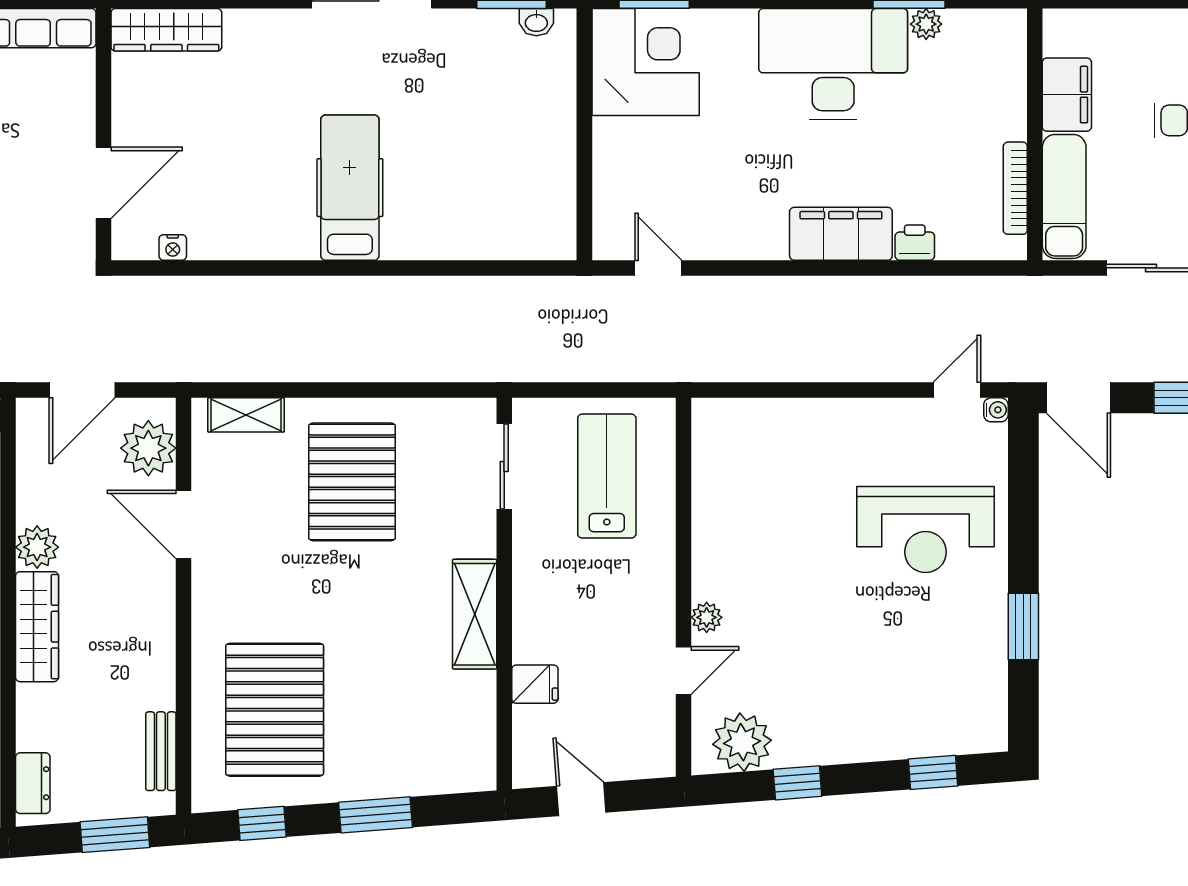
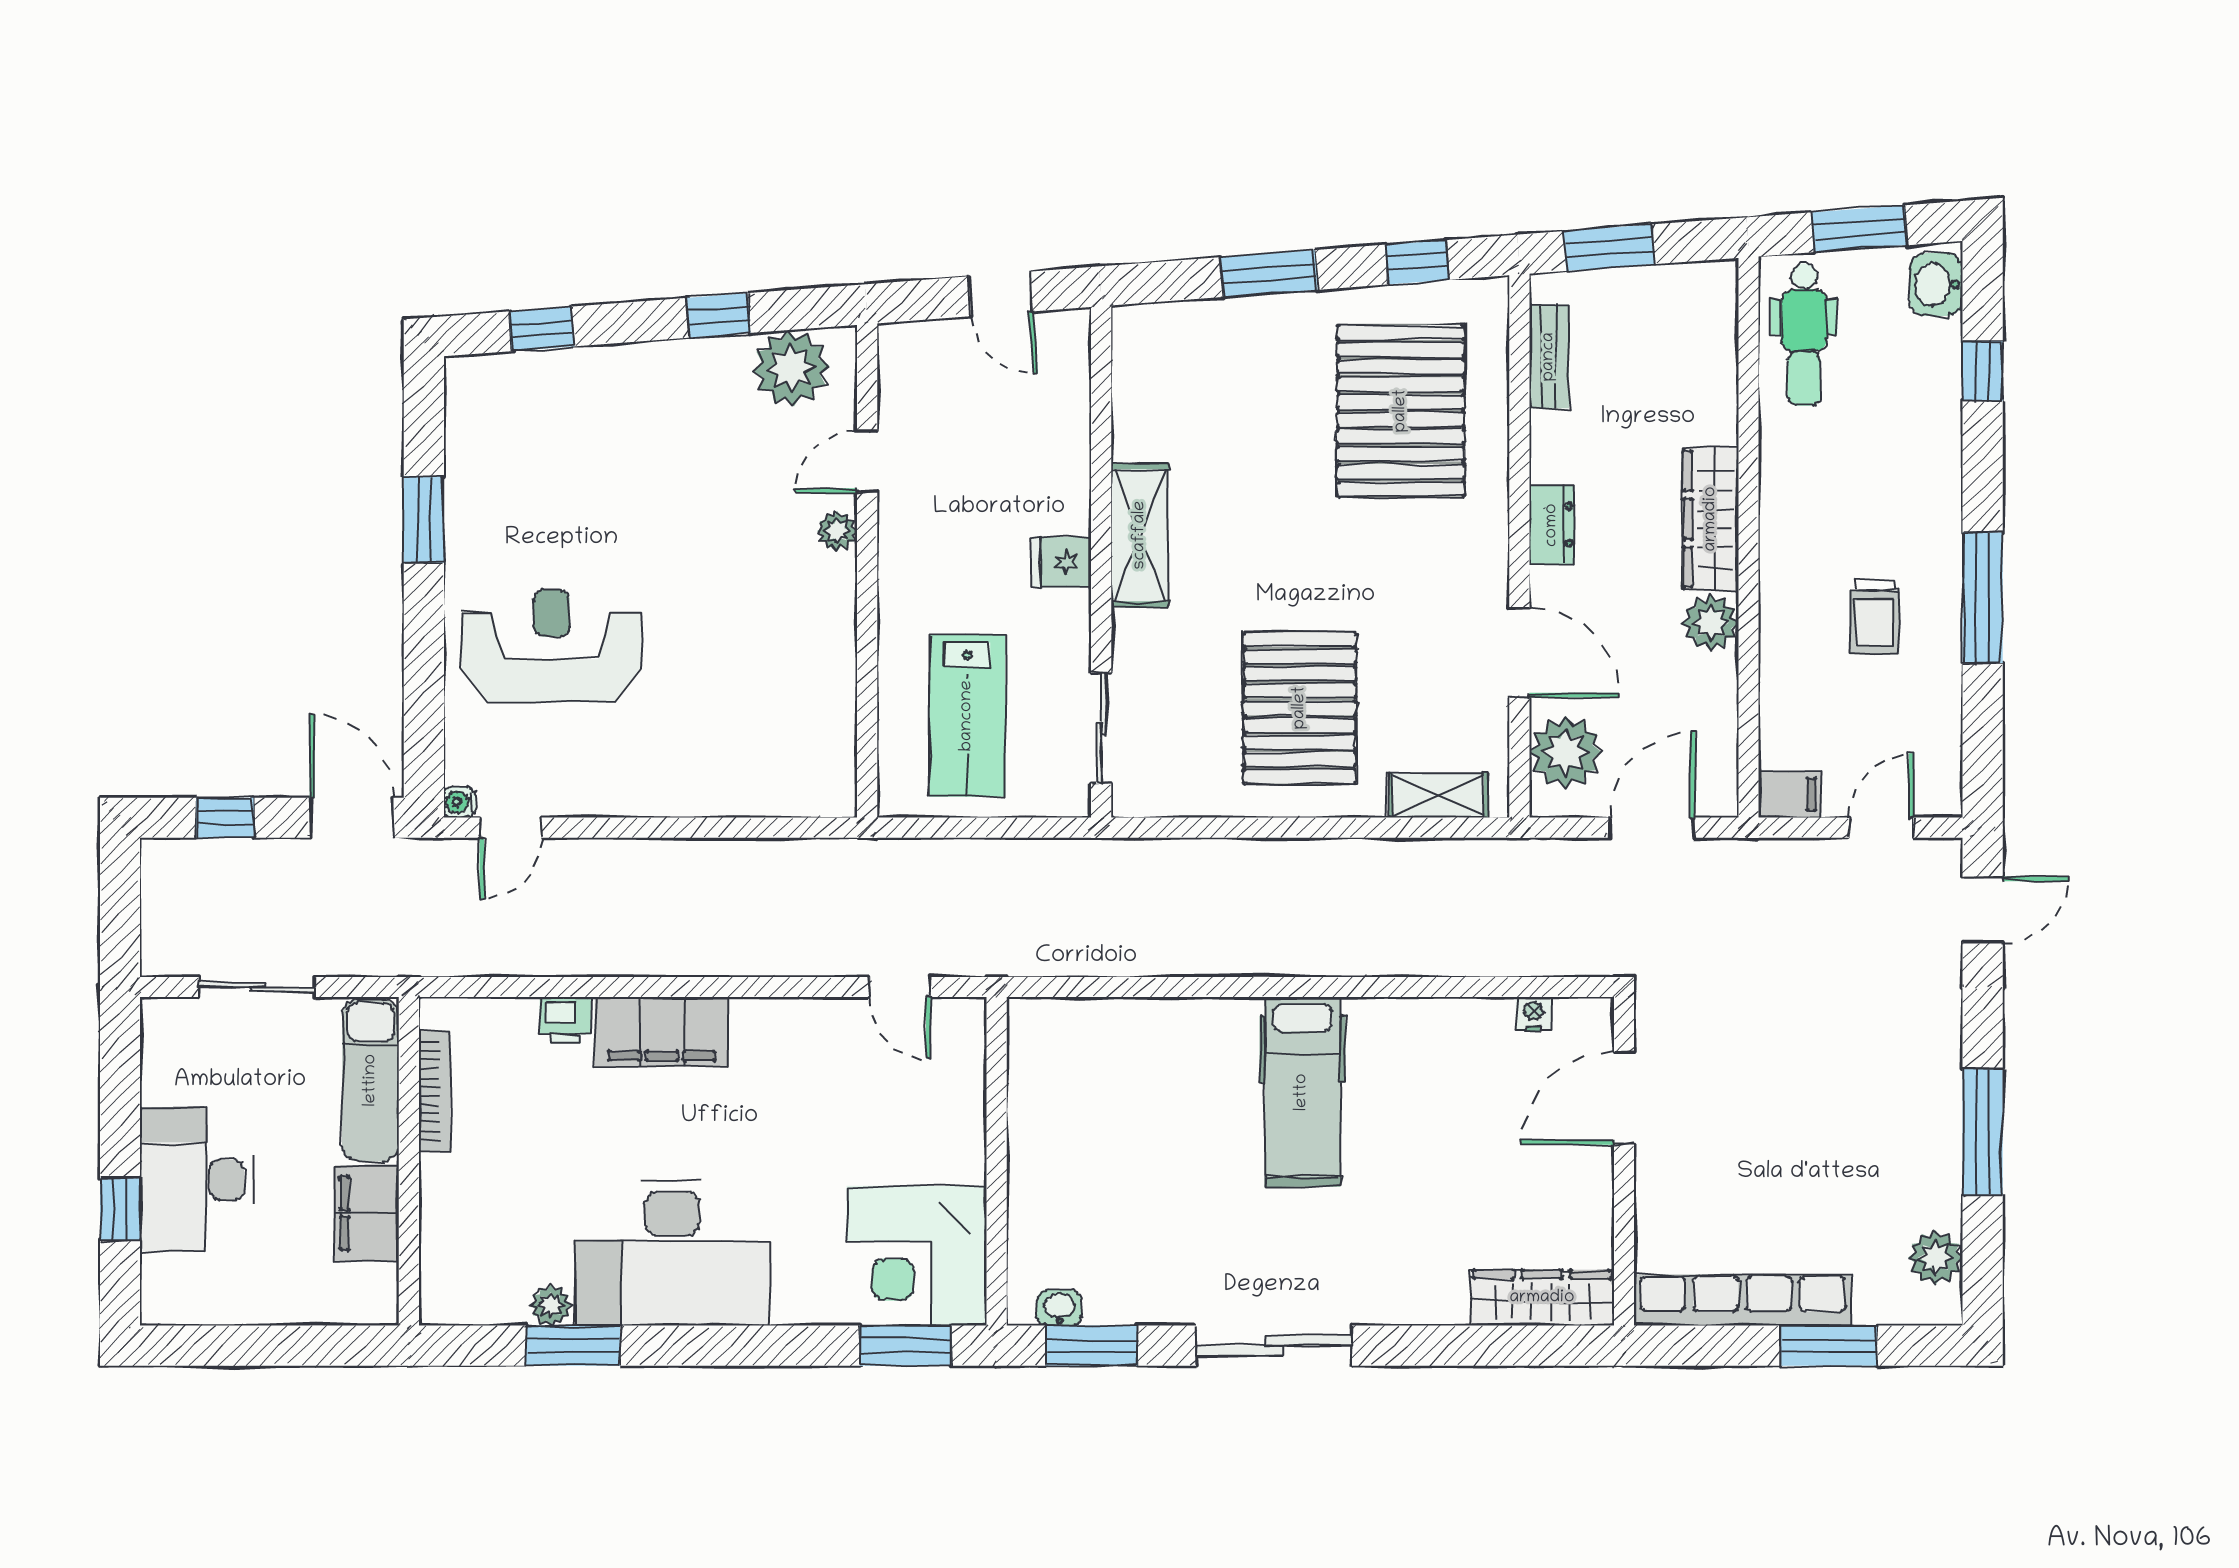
fridge: (535, 684) -> (1061, 562), moved
dresser: (33, 783) -> (1552, 525), moved, turned 180

